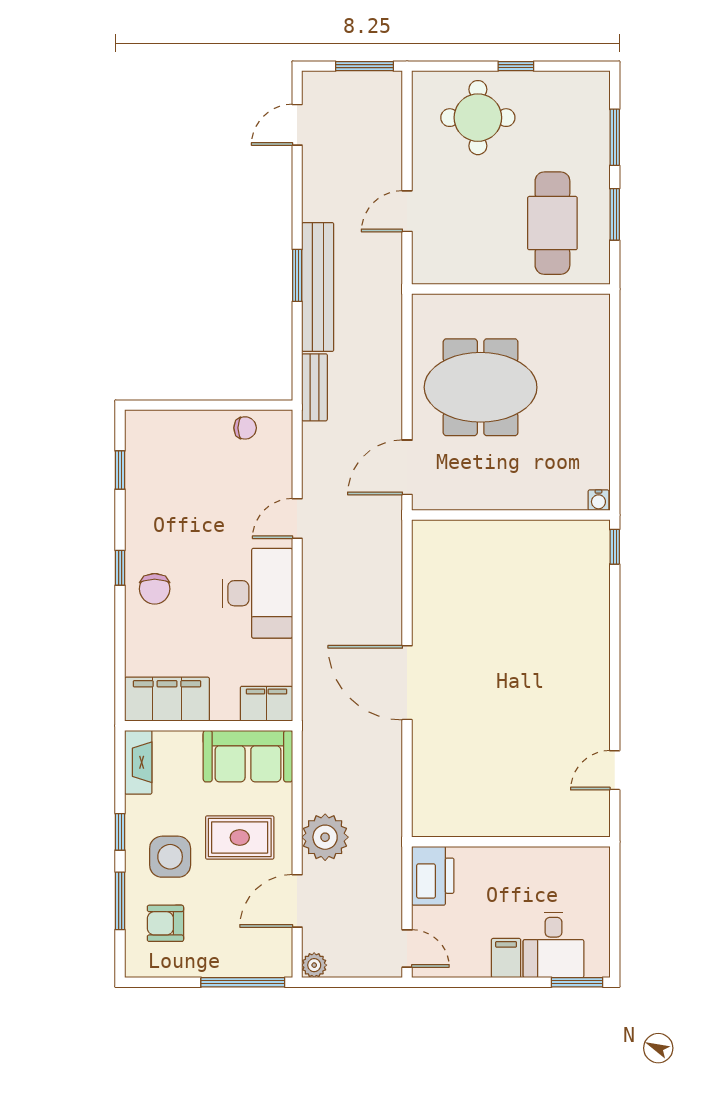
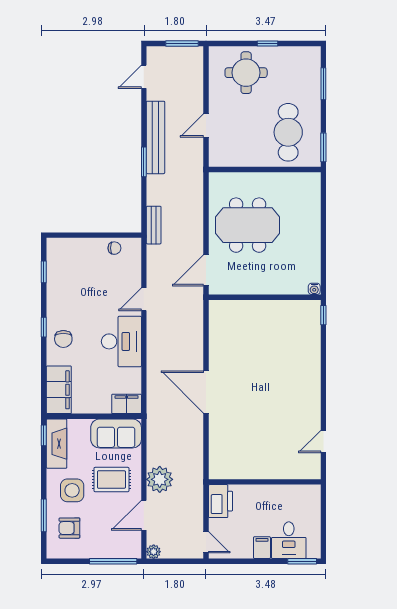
window: (615, 214) -> (323, 147), moved
bench: (318, 287) -> (156, 137), moved
filing cabinet: (167, 699) -> (59, 390), moved, turned 90
fireplace: (138, 762) -> (57, 444), width x1.37, depth x1.32
window: (120, 832) -> (44, 435), moved

